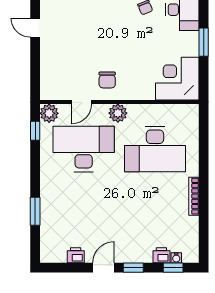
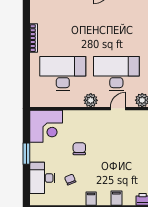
chair: (107, 80) -> (79, 149), moved
desk: (84, 149) -> (116, 73), turned 180

